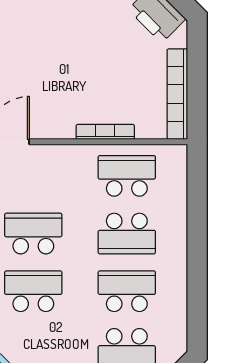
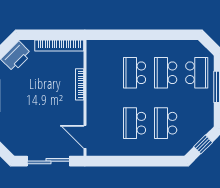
school desk: (127, 176) -> (103, 73), removed
school desk: (127, 234) -> (135, 73), turned 180

